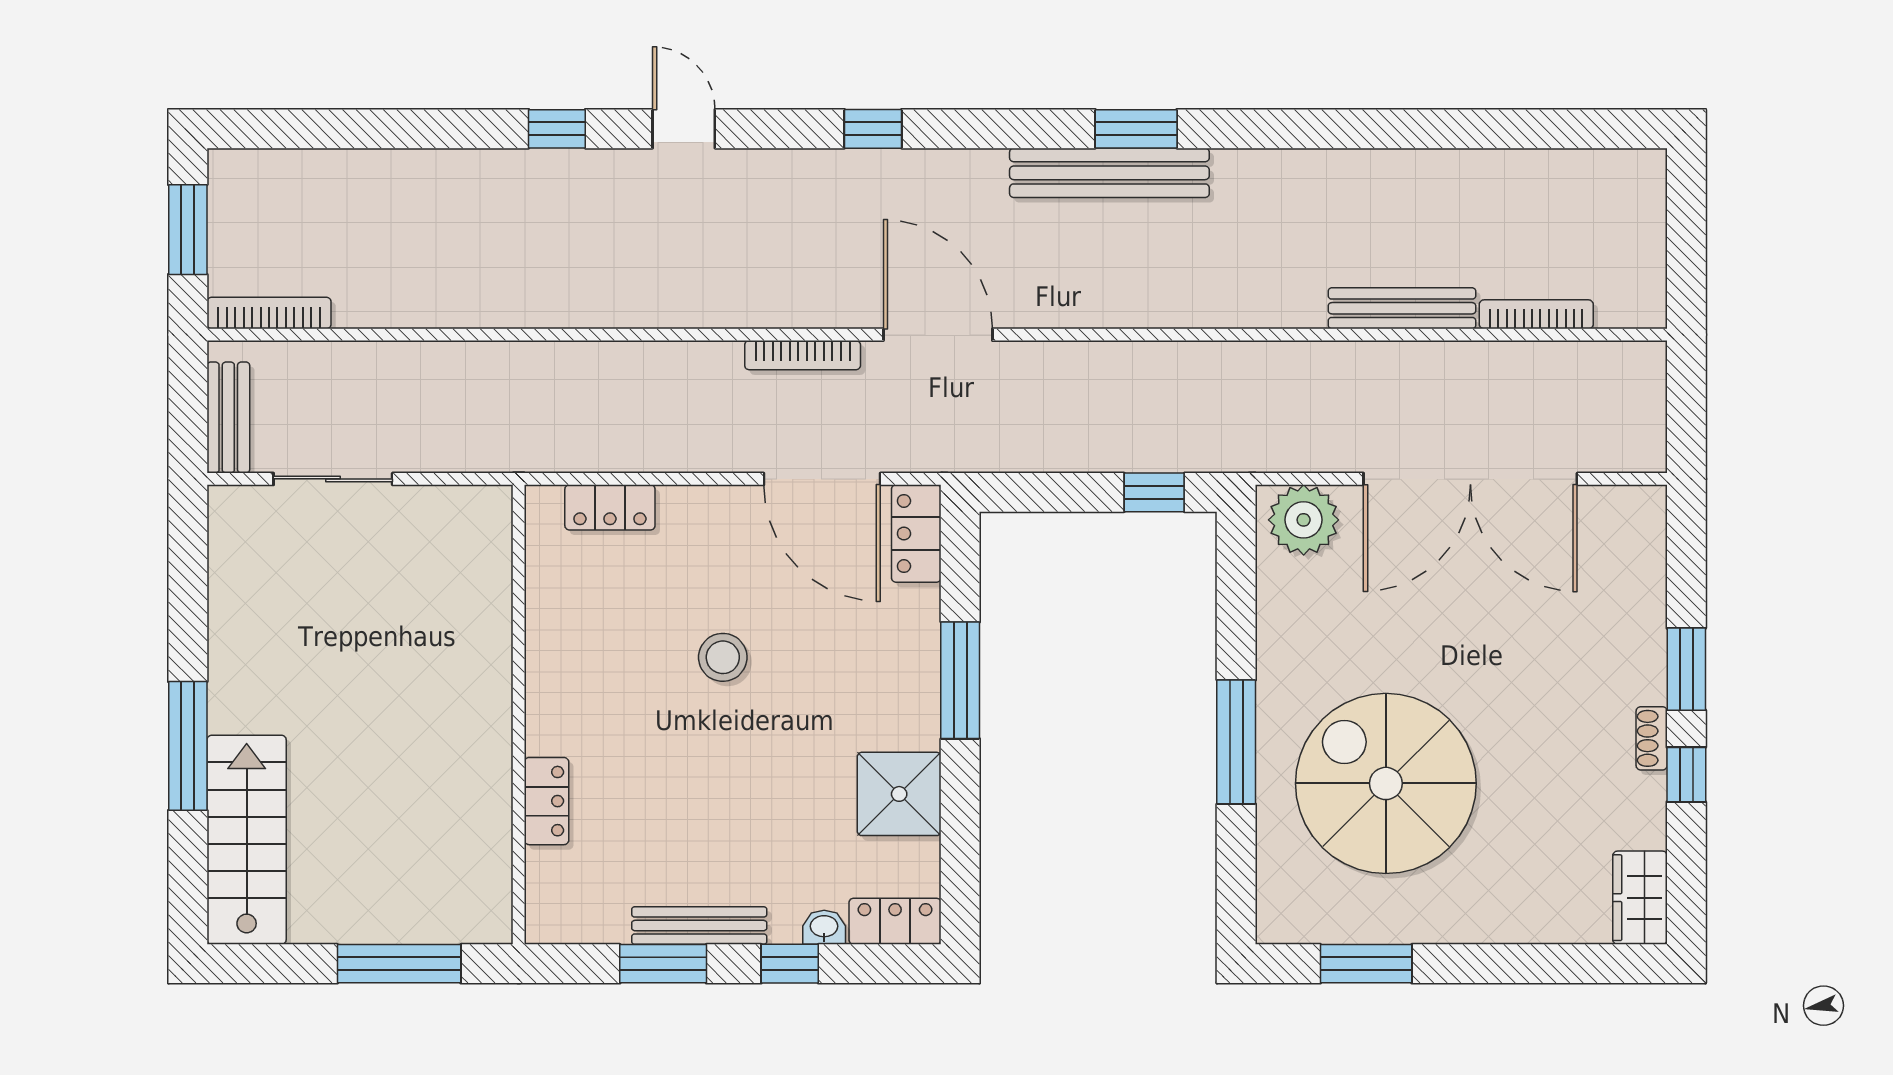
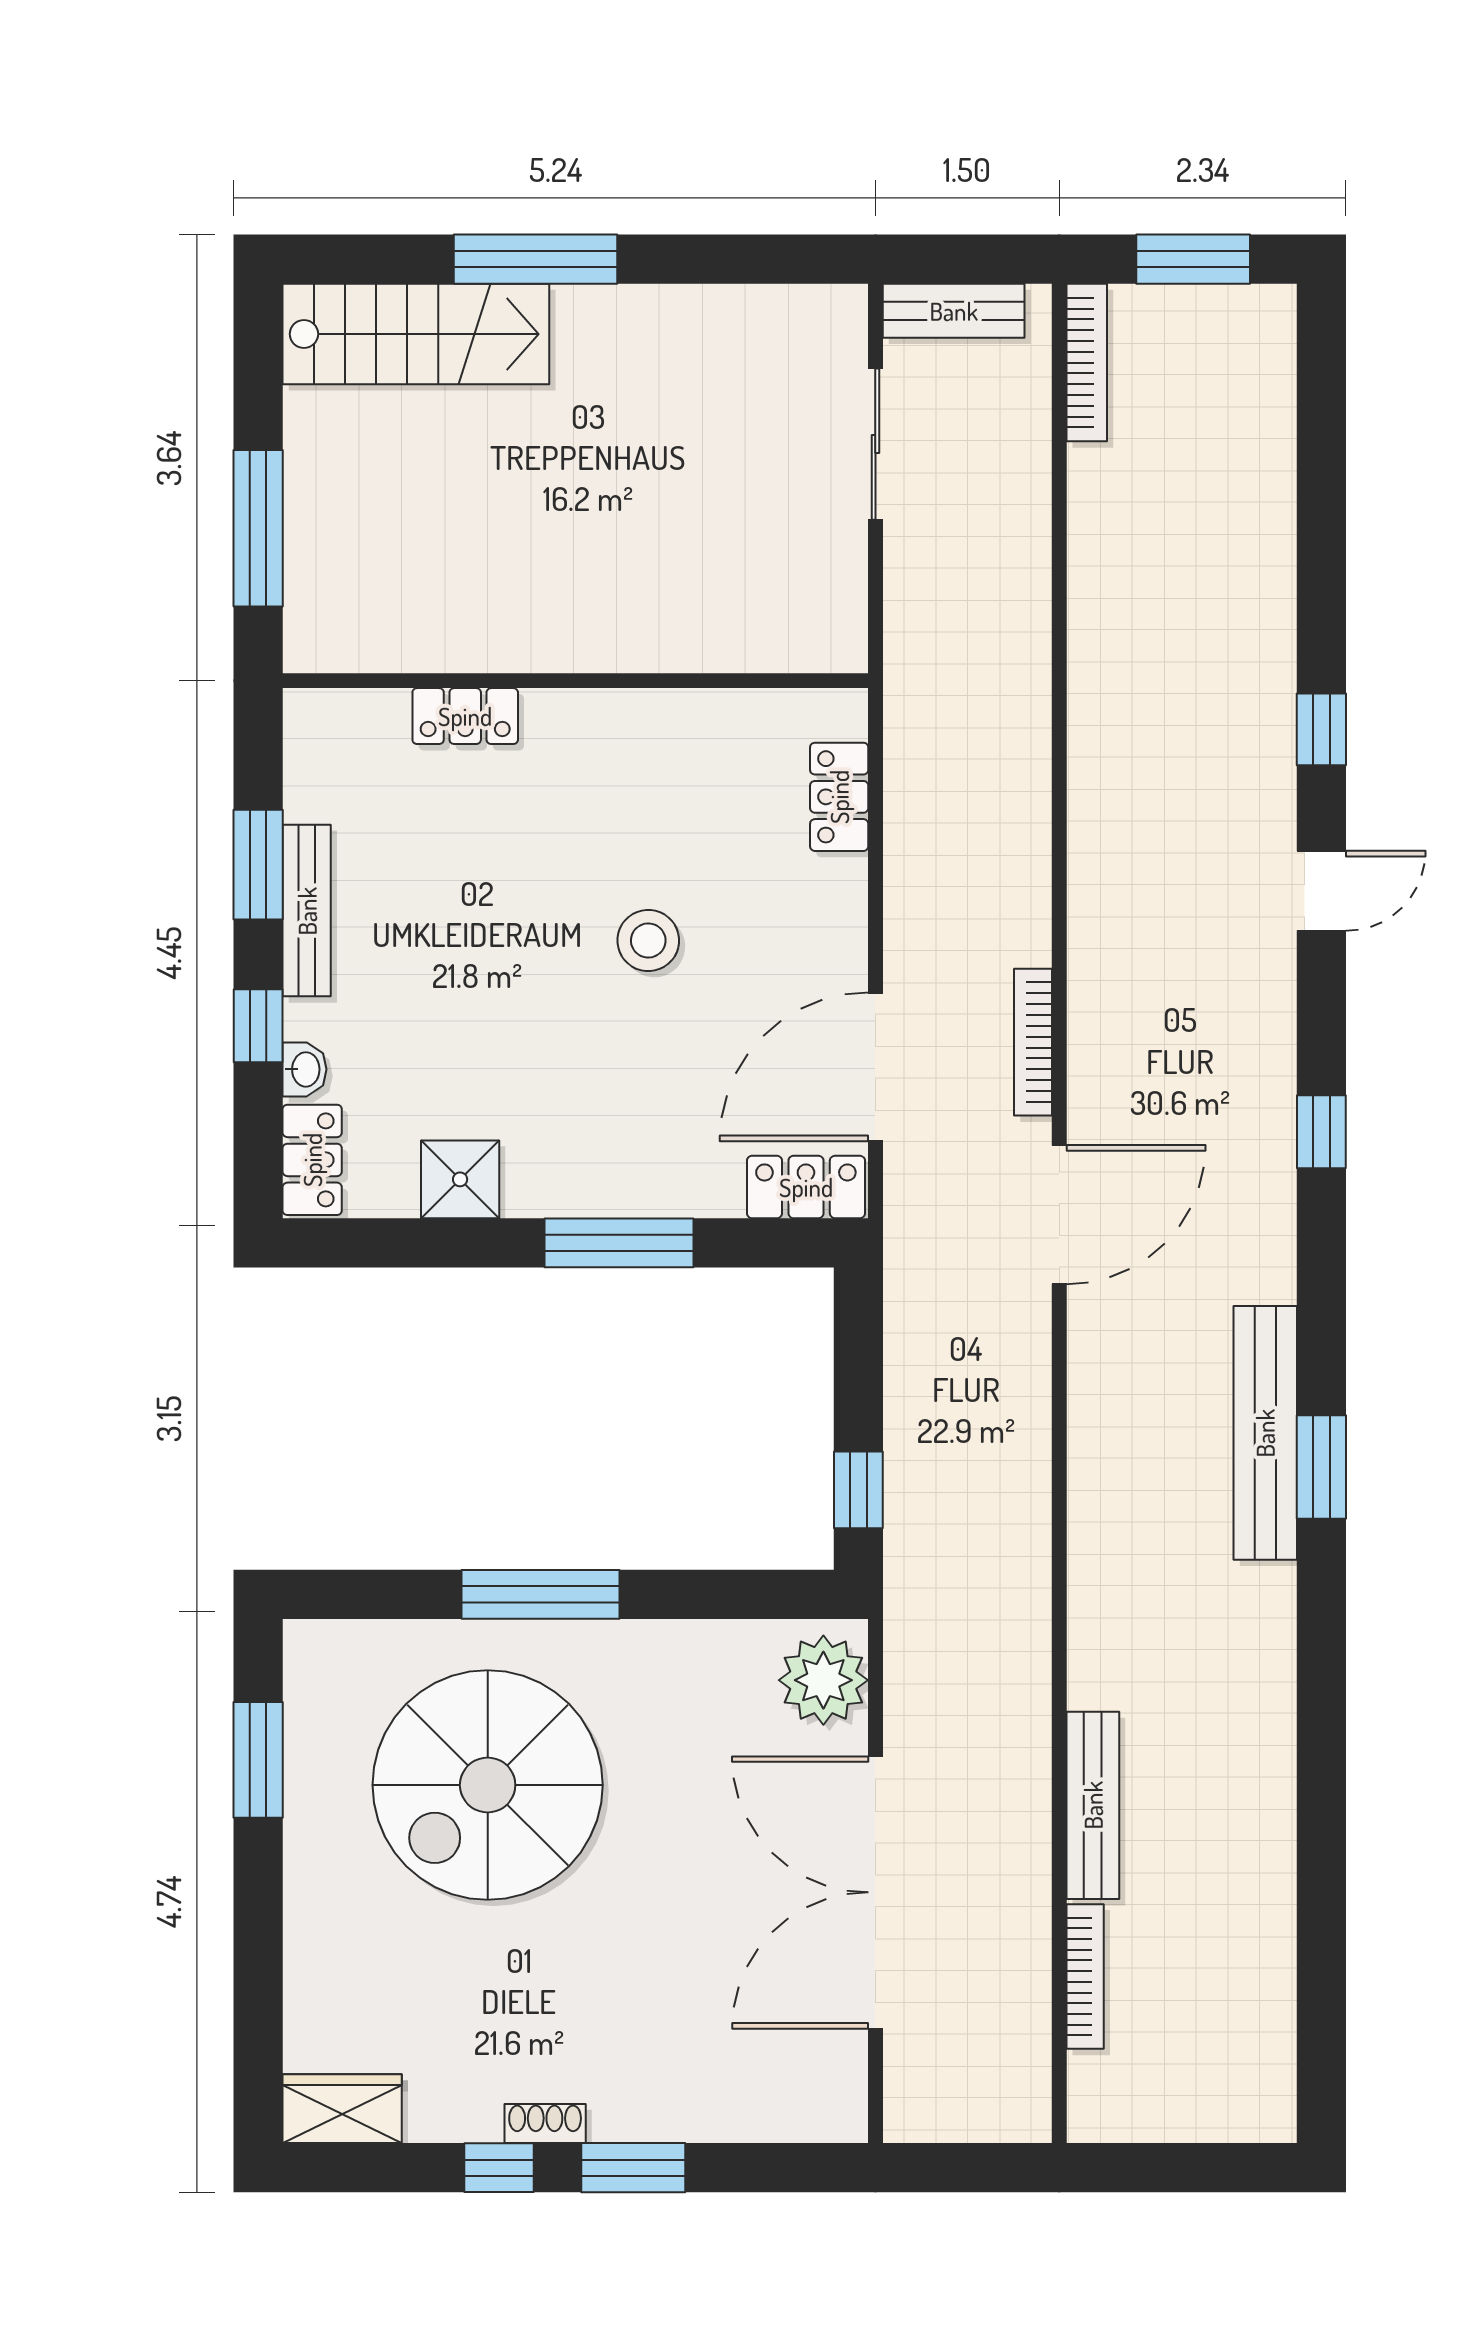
spiral stairs: (1386, 783) -> (488, 1785), turned 180
shower: (899, 794) -> (460, 1179), width x0.73, depth x0.73

